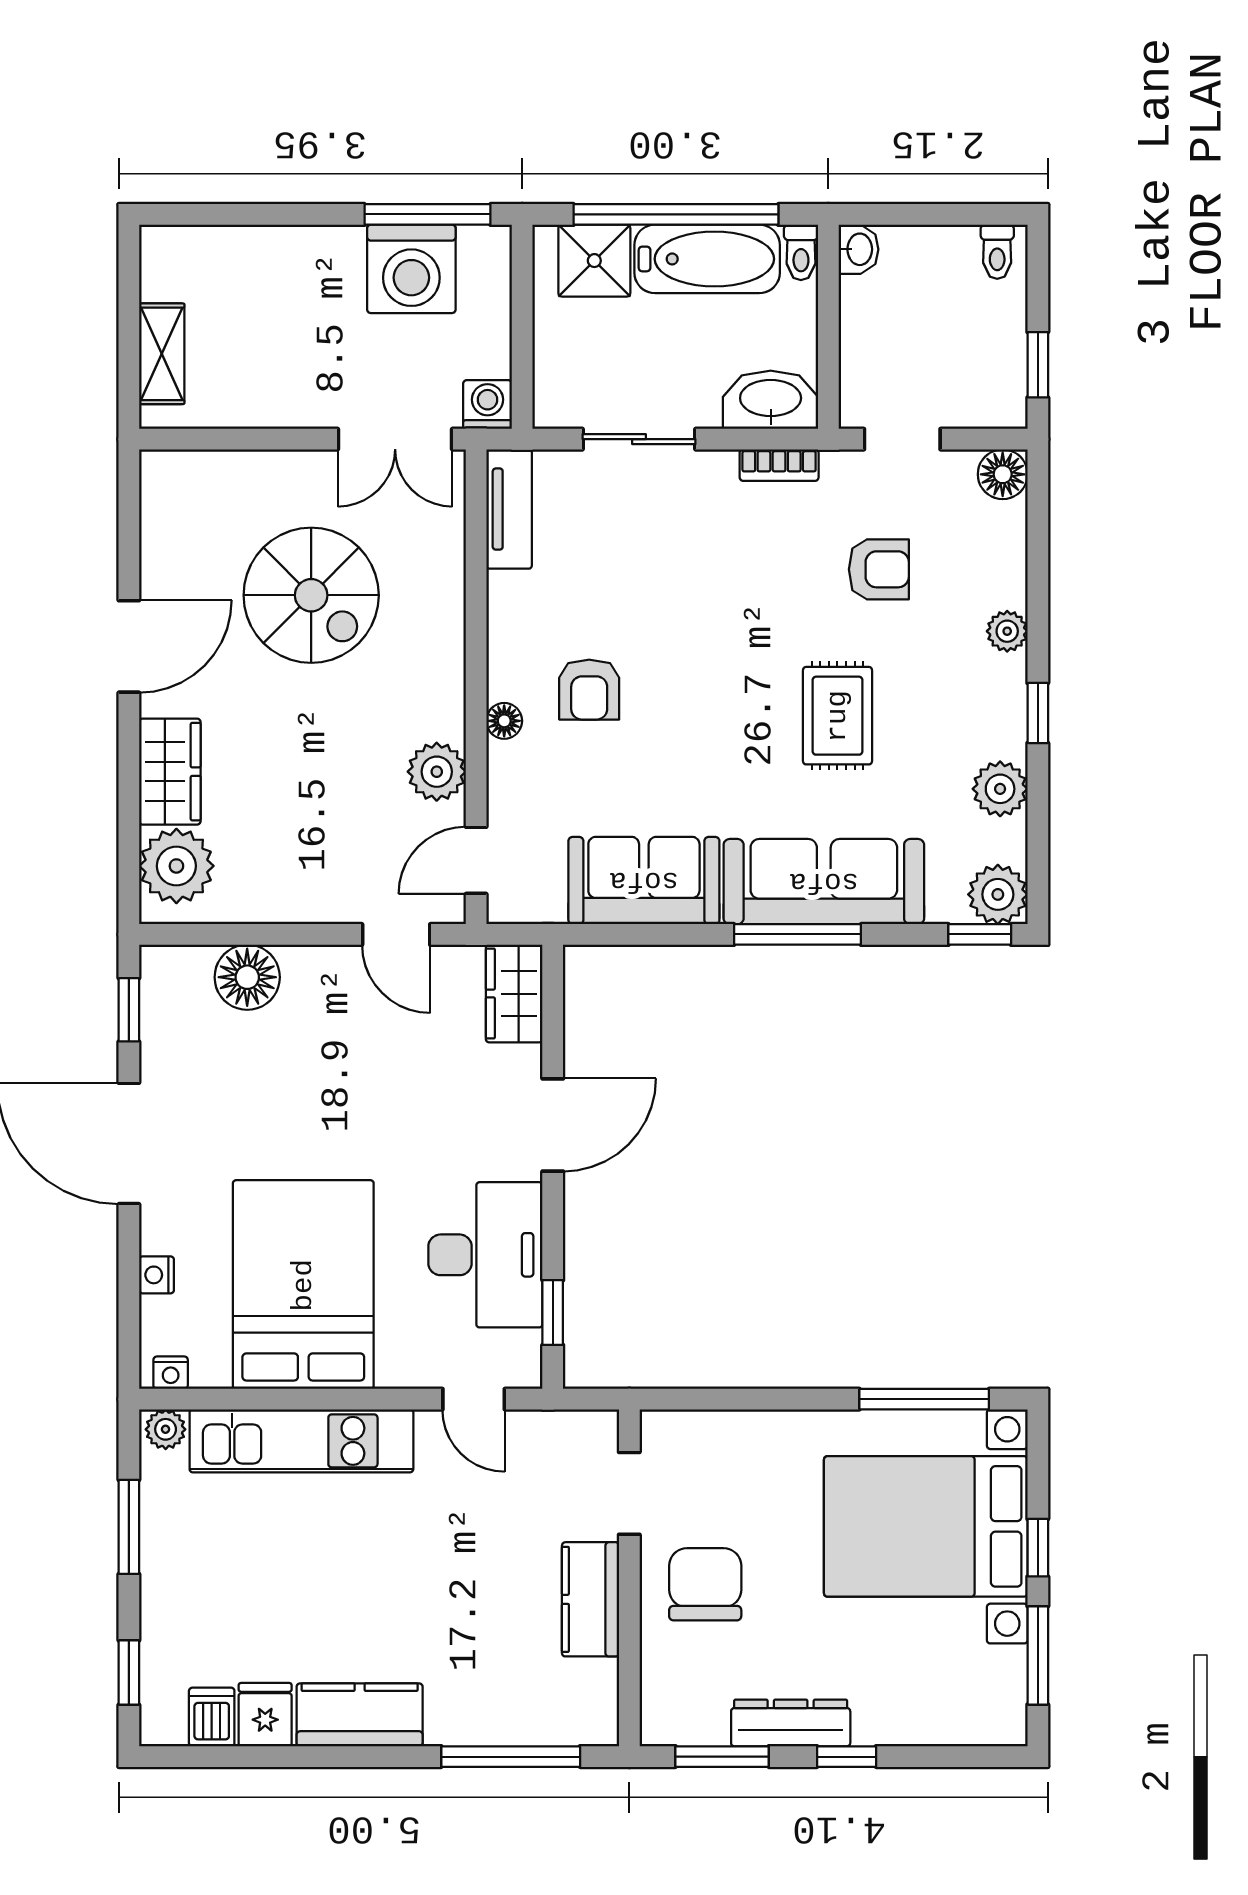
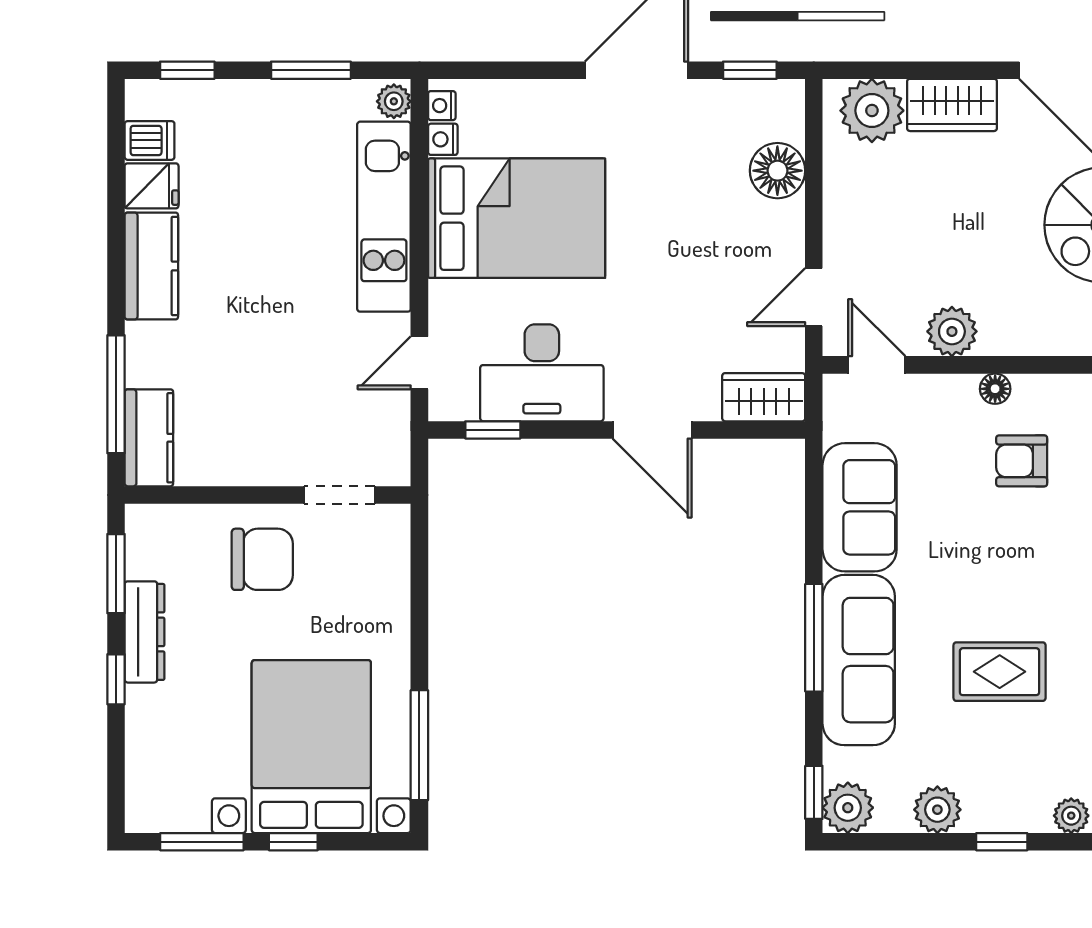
nightstand: (157, 1275) -> (443, 139), moved, turned -90
kitchen counter: (591, 1599) -> (149, 438), moved, turned 90

